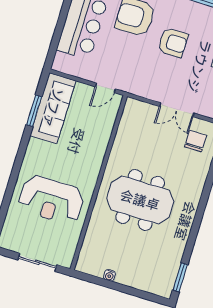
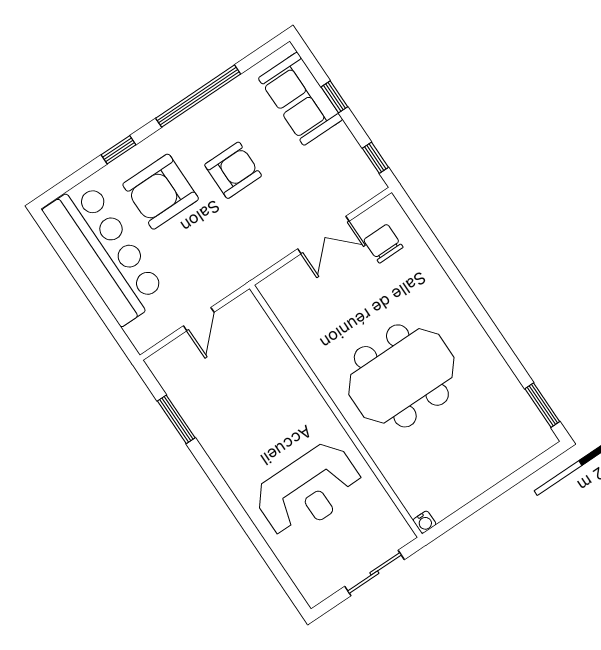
door: (105, 88) -> (199, 319), moved
sofa: (53, 108) -> (193, 392), removed
water cooler: (109, 275) -> (425, 522), moved

